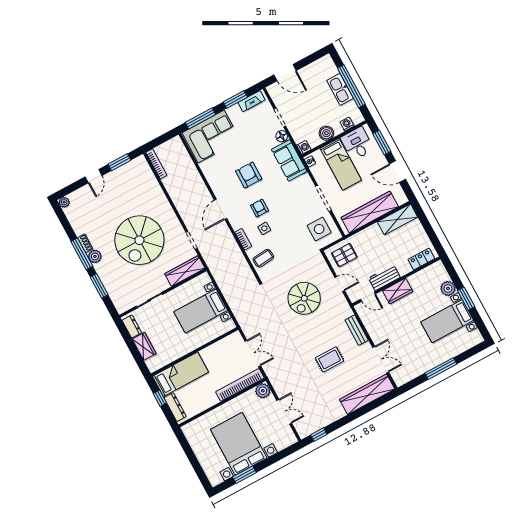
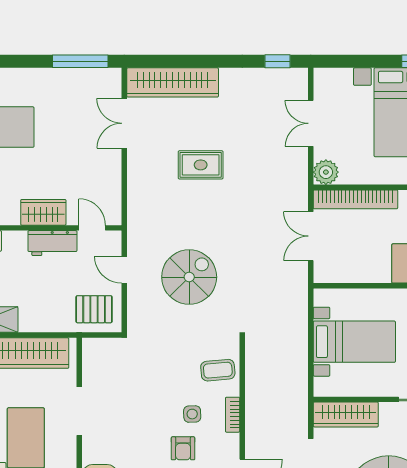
side table: (319, 229) -> (111, 369), removed
bench: (357, 330) -> (136, 187), removed
window: (441, 369) -> (80, 61), moved

